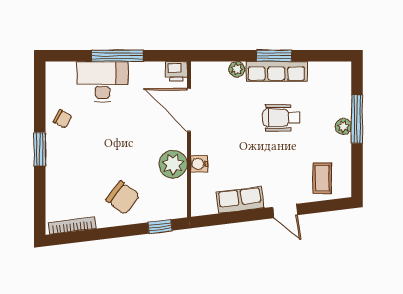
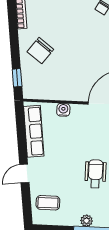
plant: (173, 164) -> (64, 90), removed
row of seats: (240, 200) -> (34, 131), width x1.48

